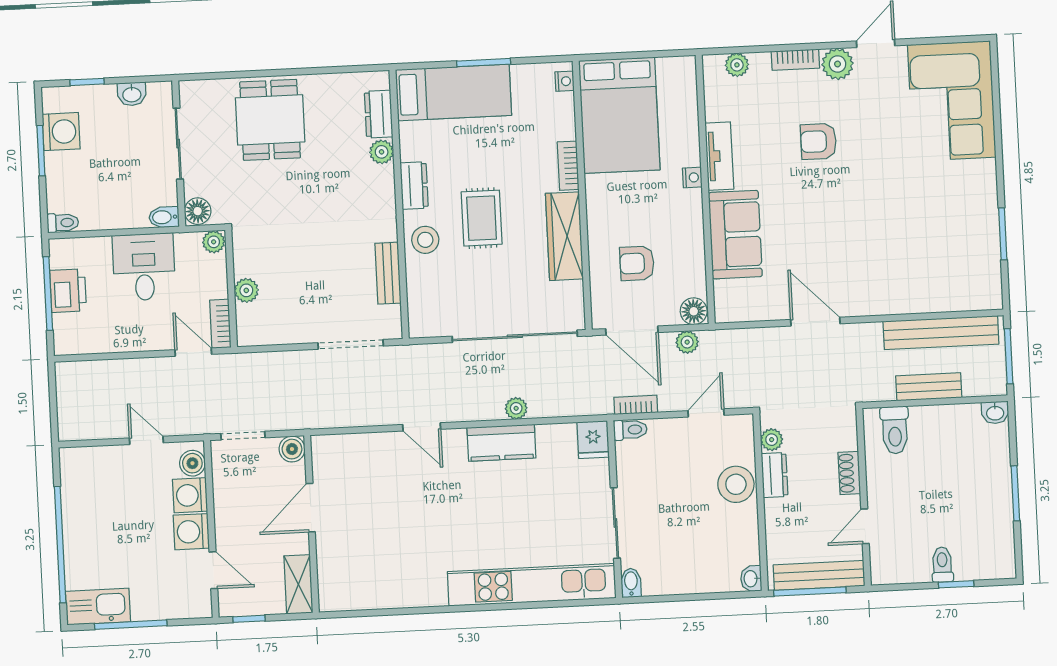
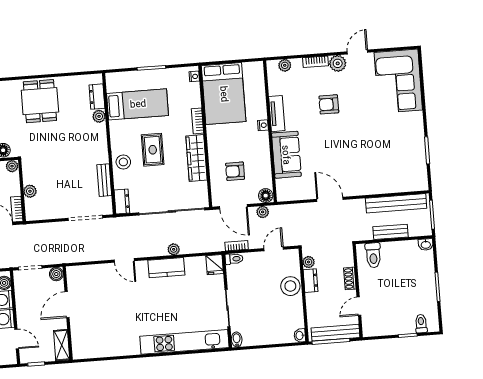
bed: (453, 93) -> (138, 104), moved
dresser: (414, 185) -> (122, 201), moved
toilet: (942, 565) -> (421, 324), moved

